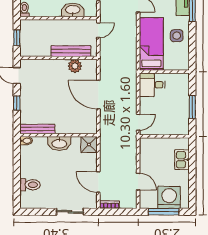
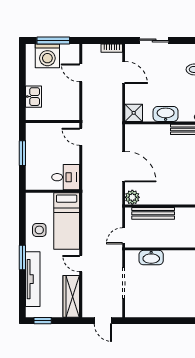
plant: (75, 66) -> (132, 197), moved
door: (138, 122) -> (81, 137), hinge flipped

